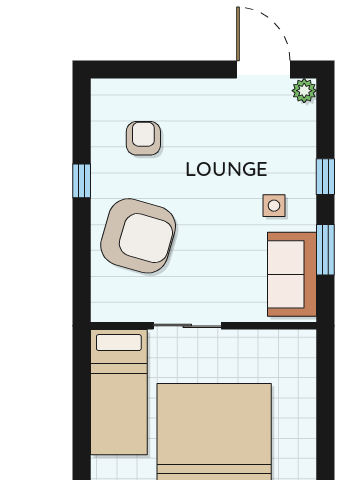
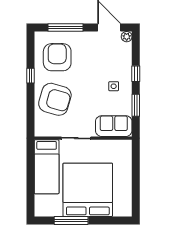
window: (162, 69) -> (65, 27), added
armchair: (143, 138) -> (57, 57), width x1.88, depth x1.88
sofa: (292, 274) -> (114, 126), moved, turned 90

